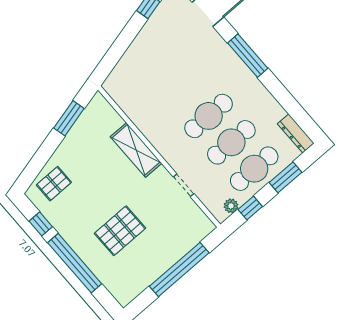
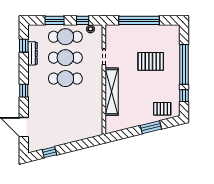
window: (248, 56) -> (24, 91), width x0.46
window: (297, 112) -> (24, 46), added
window: (69, 118) -> (151, 127), moved
dresser: (296, 133) -> (33, 53), moved
shelving: (136, 150) -> (112, 92), width x1.47

